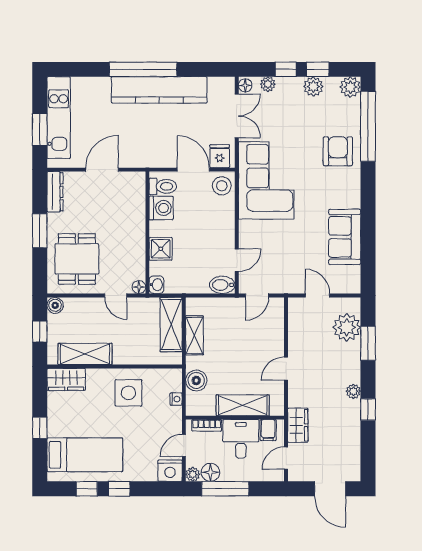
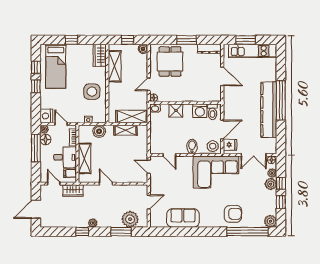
plant: (313, 87) -> (271, 184), moved
dining table: (77, 259) -> (170, 62), turned 90
bidet: (222, 285) -> (192, 146), moved

